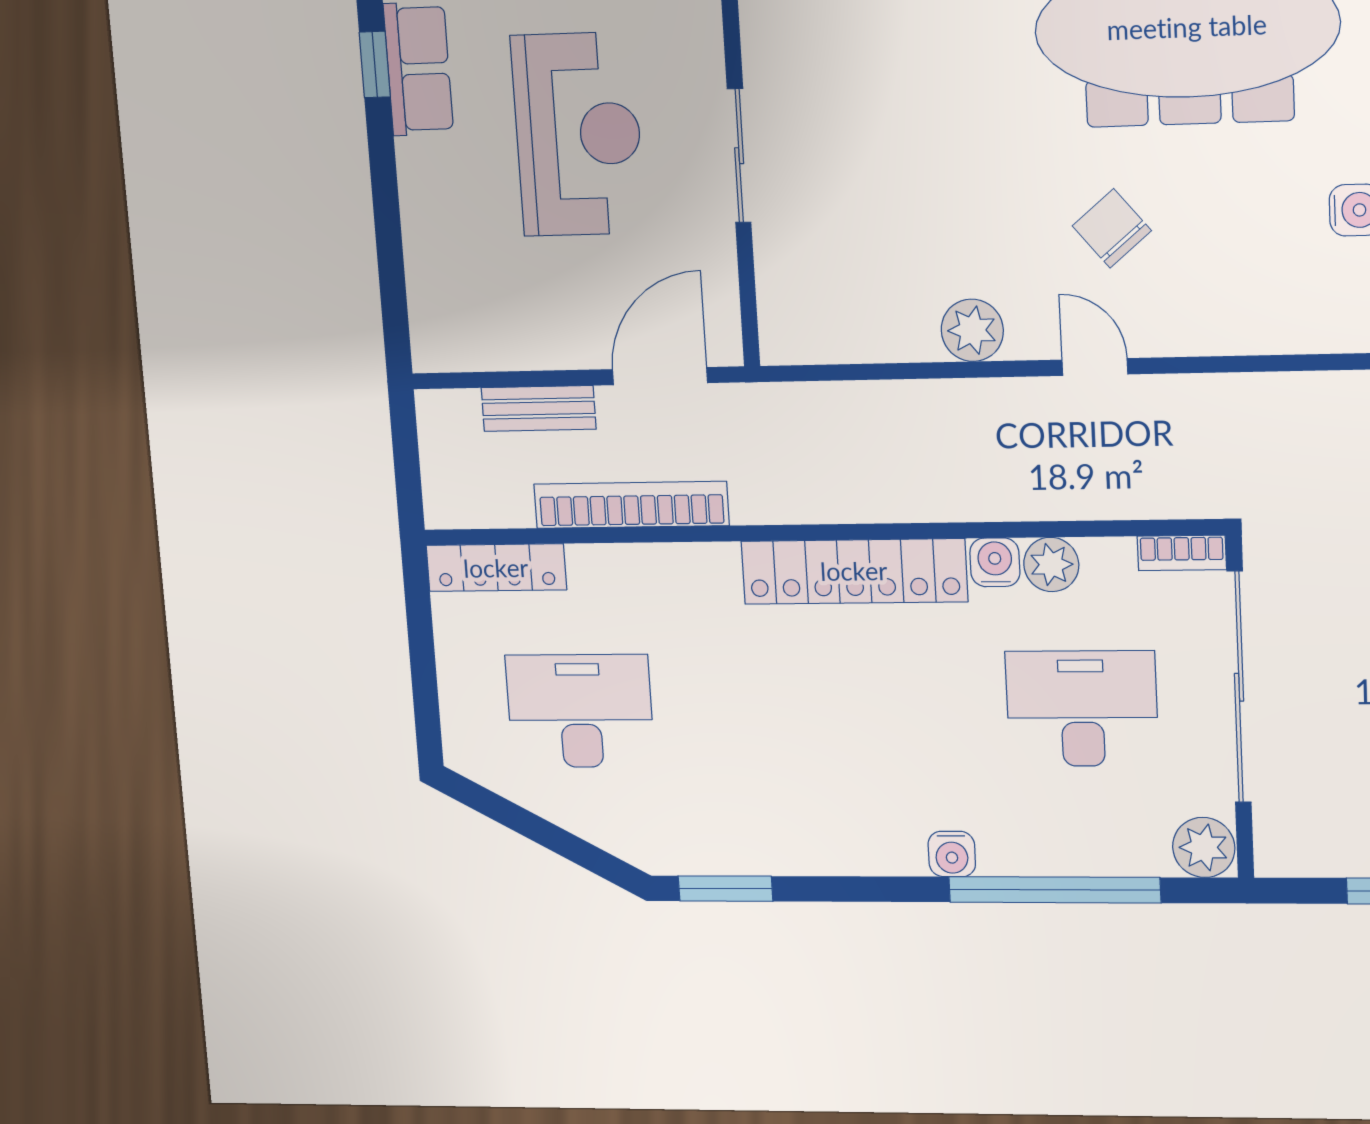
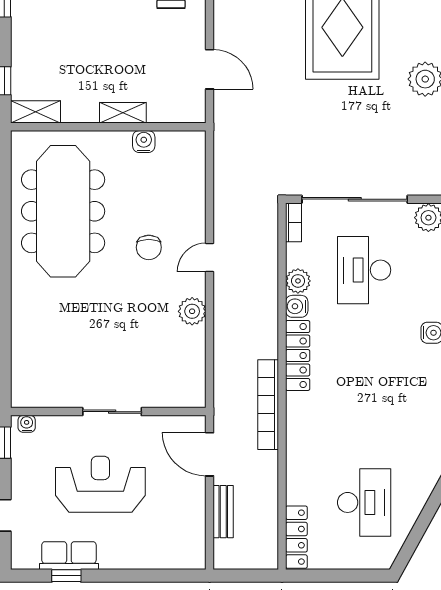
chair: (1112, 228) -> (149, 247), turned -50
bookcase: (631, 505) -> (268, 405), moved
locker: (854, 571) -> (298, 355), width x0.71, depth x0.83
desk: (580, 711) -> (364, 502), turned 180

